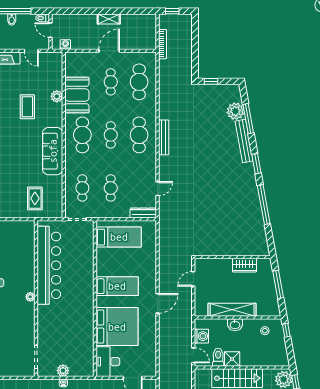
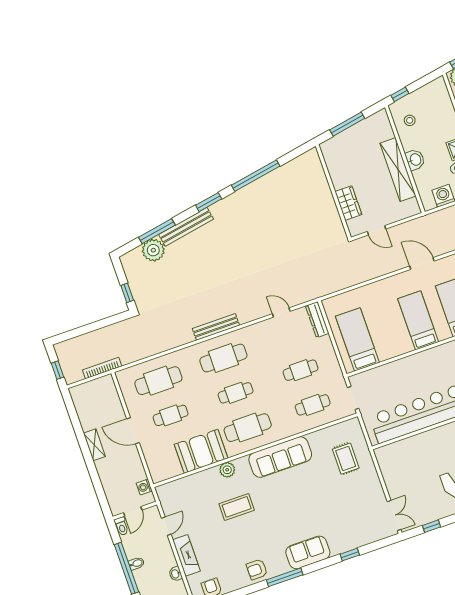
plant: (57, 96) -> (227, 470), moved
rug: (35, 198) -> (346, 459), turned 90
wardrobe: (244, 265) -> (348, 203), moved

